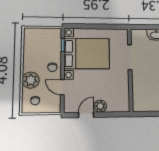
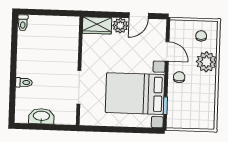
wardrobe: (118, 105) -> (97, 25), added

